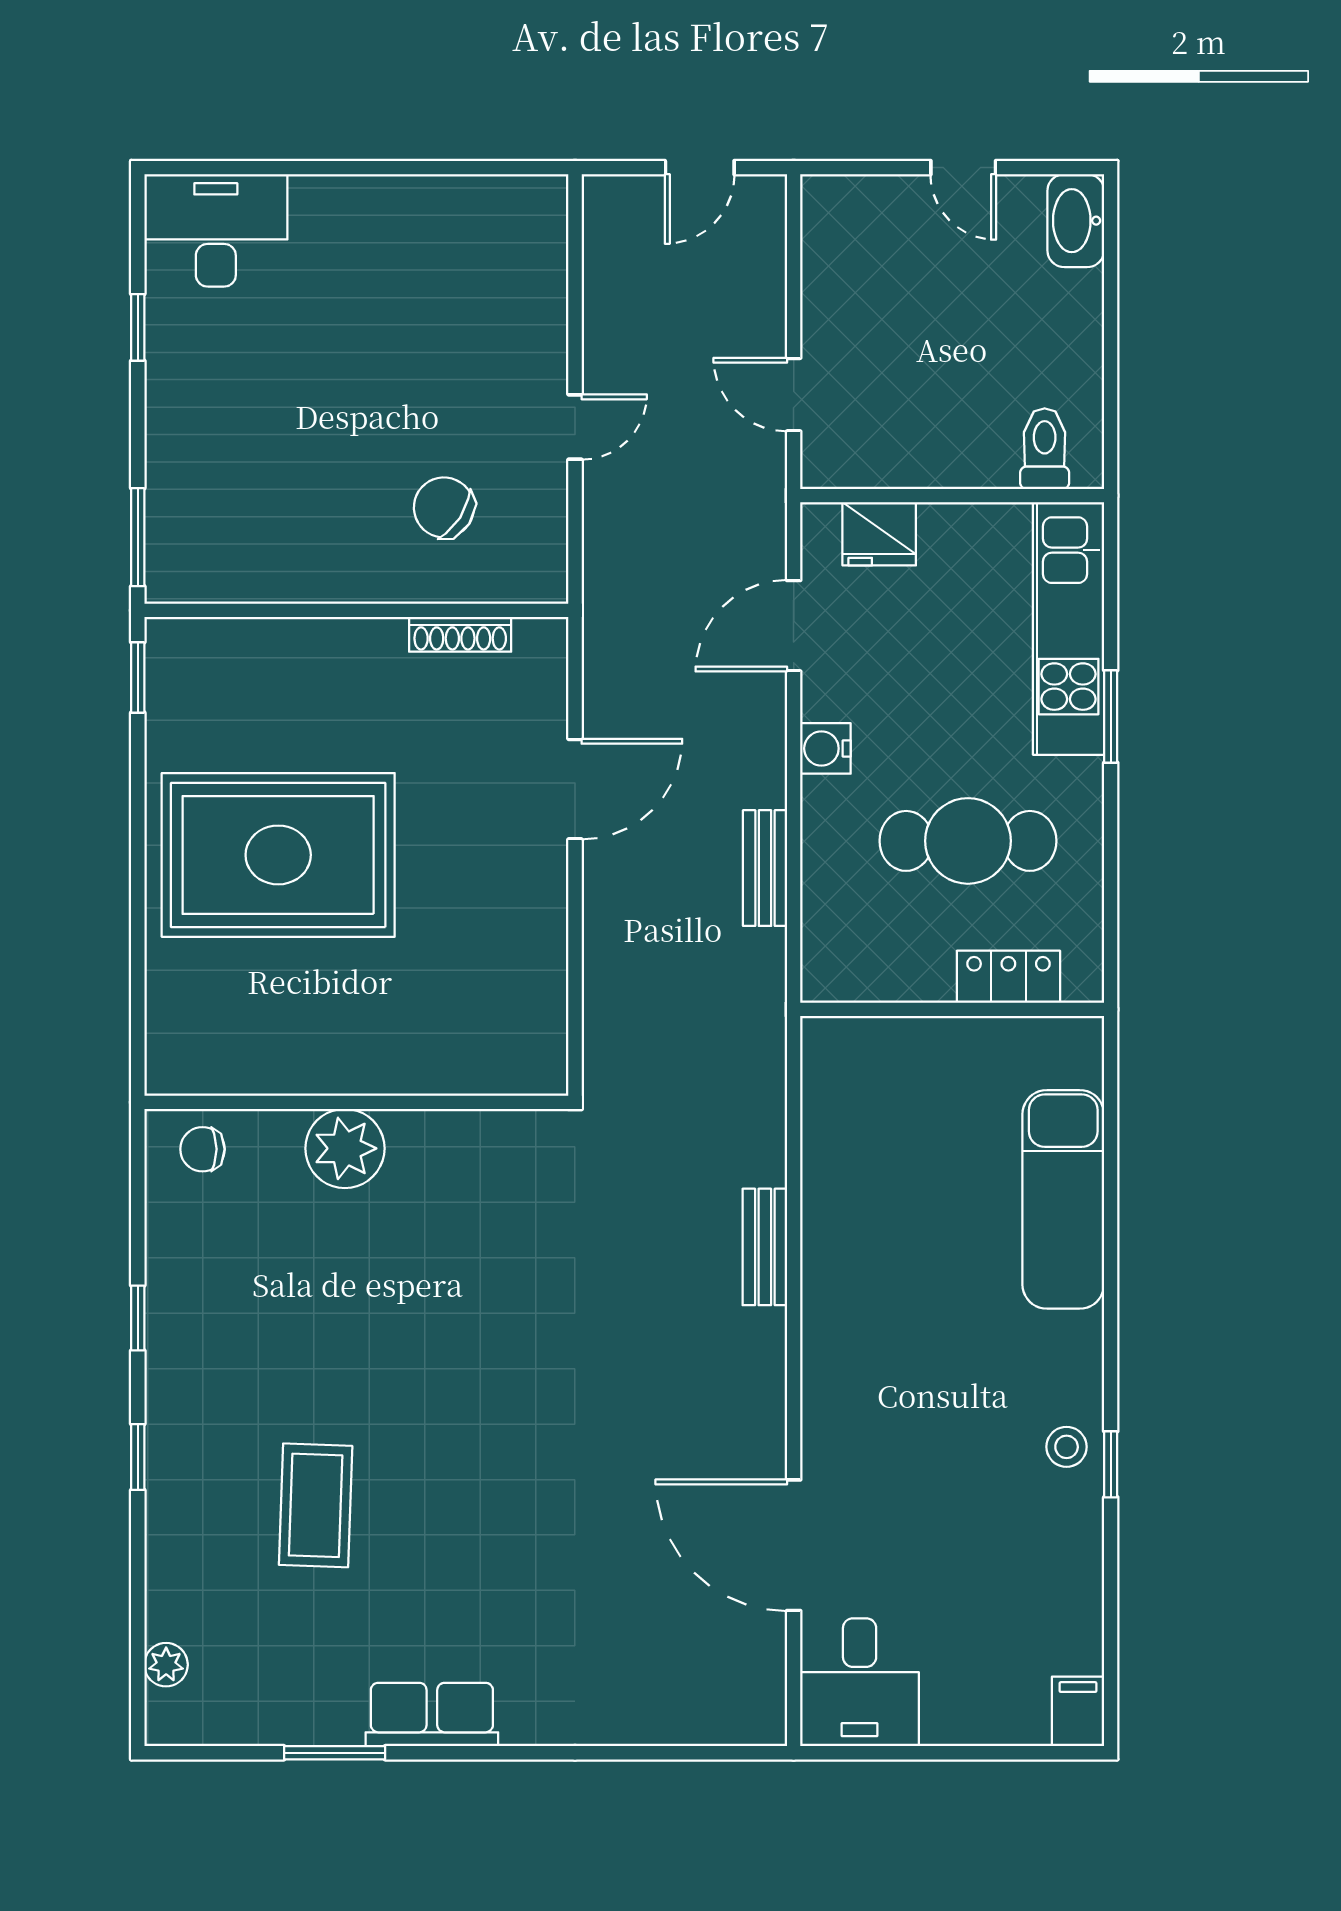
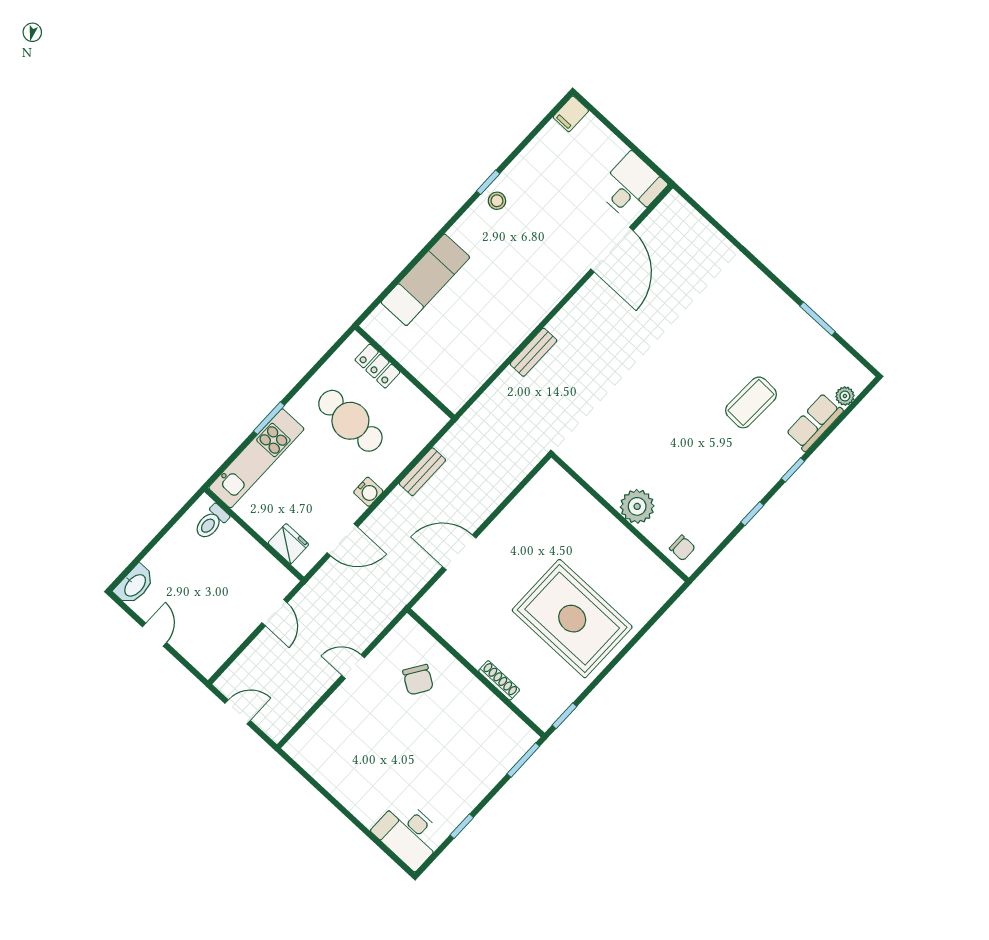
shoe rack: (460, 634) -> (499, 680), moved
row of seats: (432, 1715) -> (815, 422), moved, turned 90

